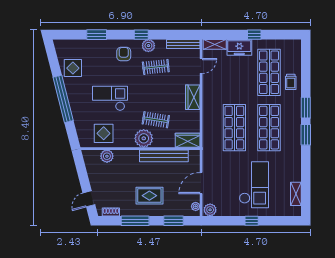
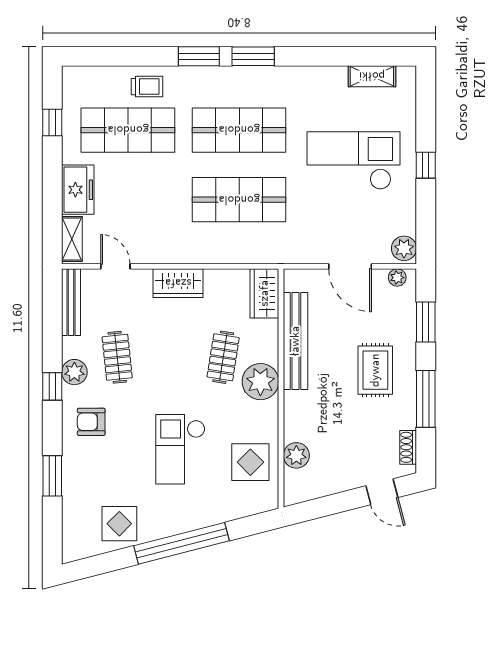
window: (254, 35) -> (52, 122), moved

